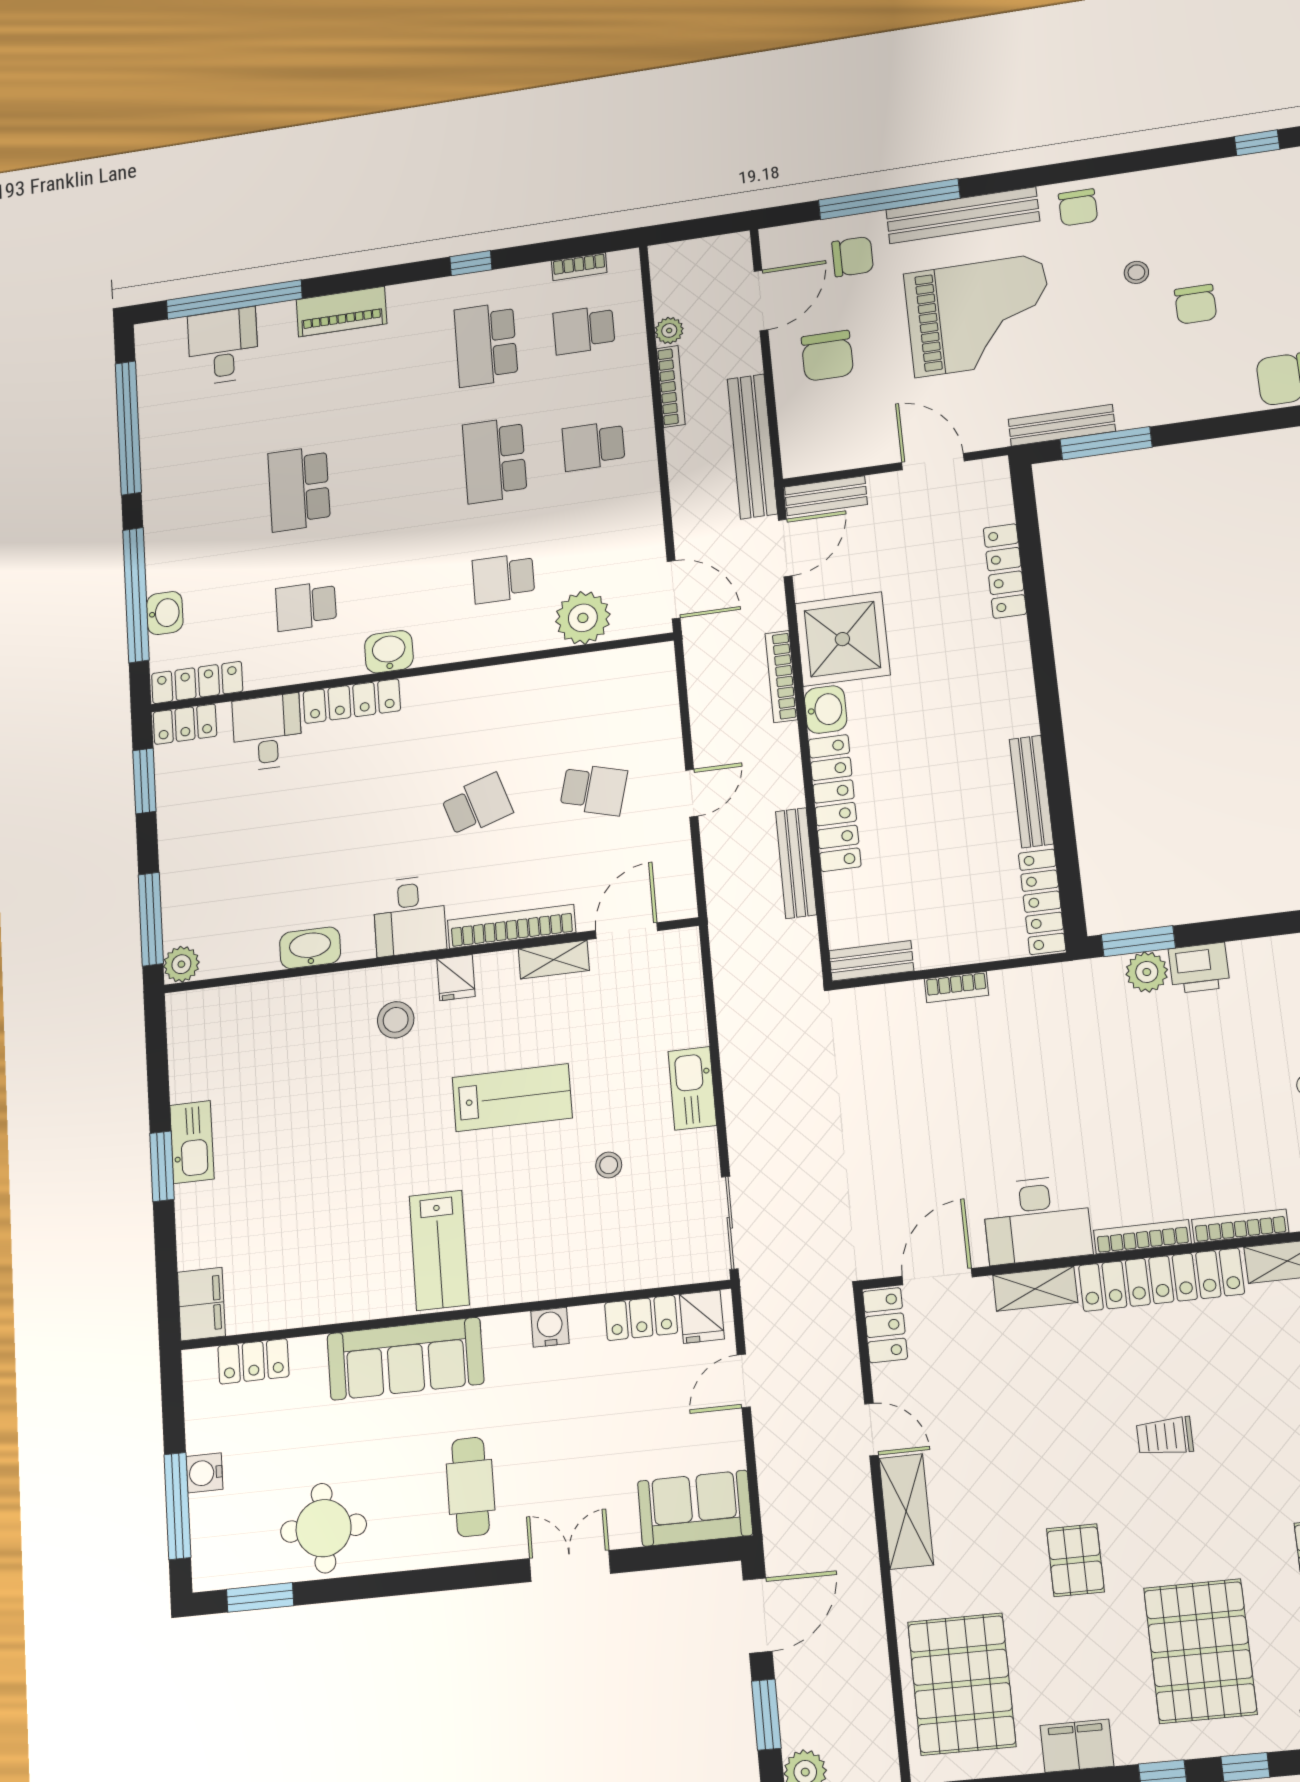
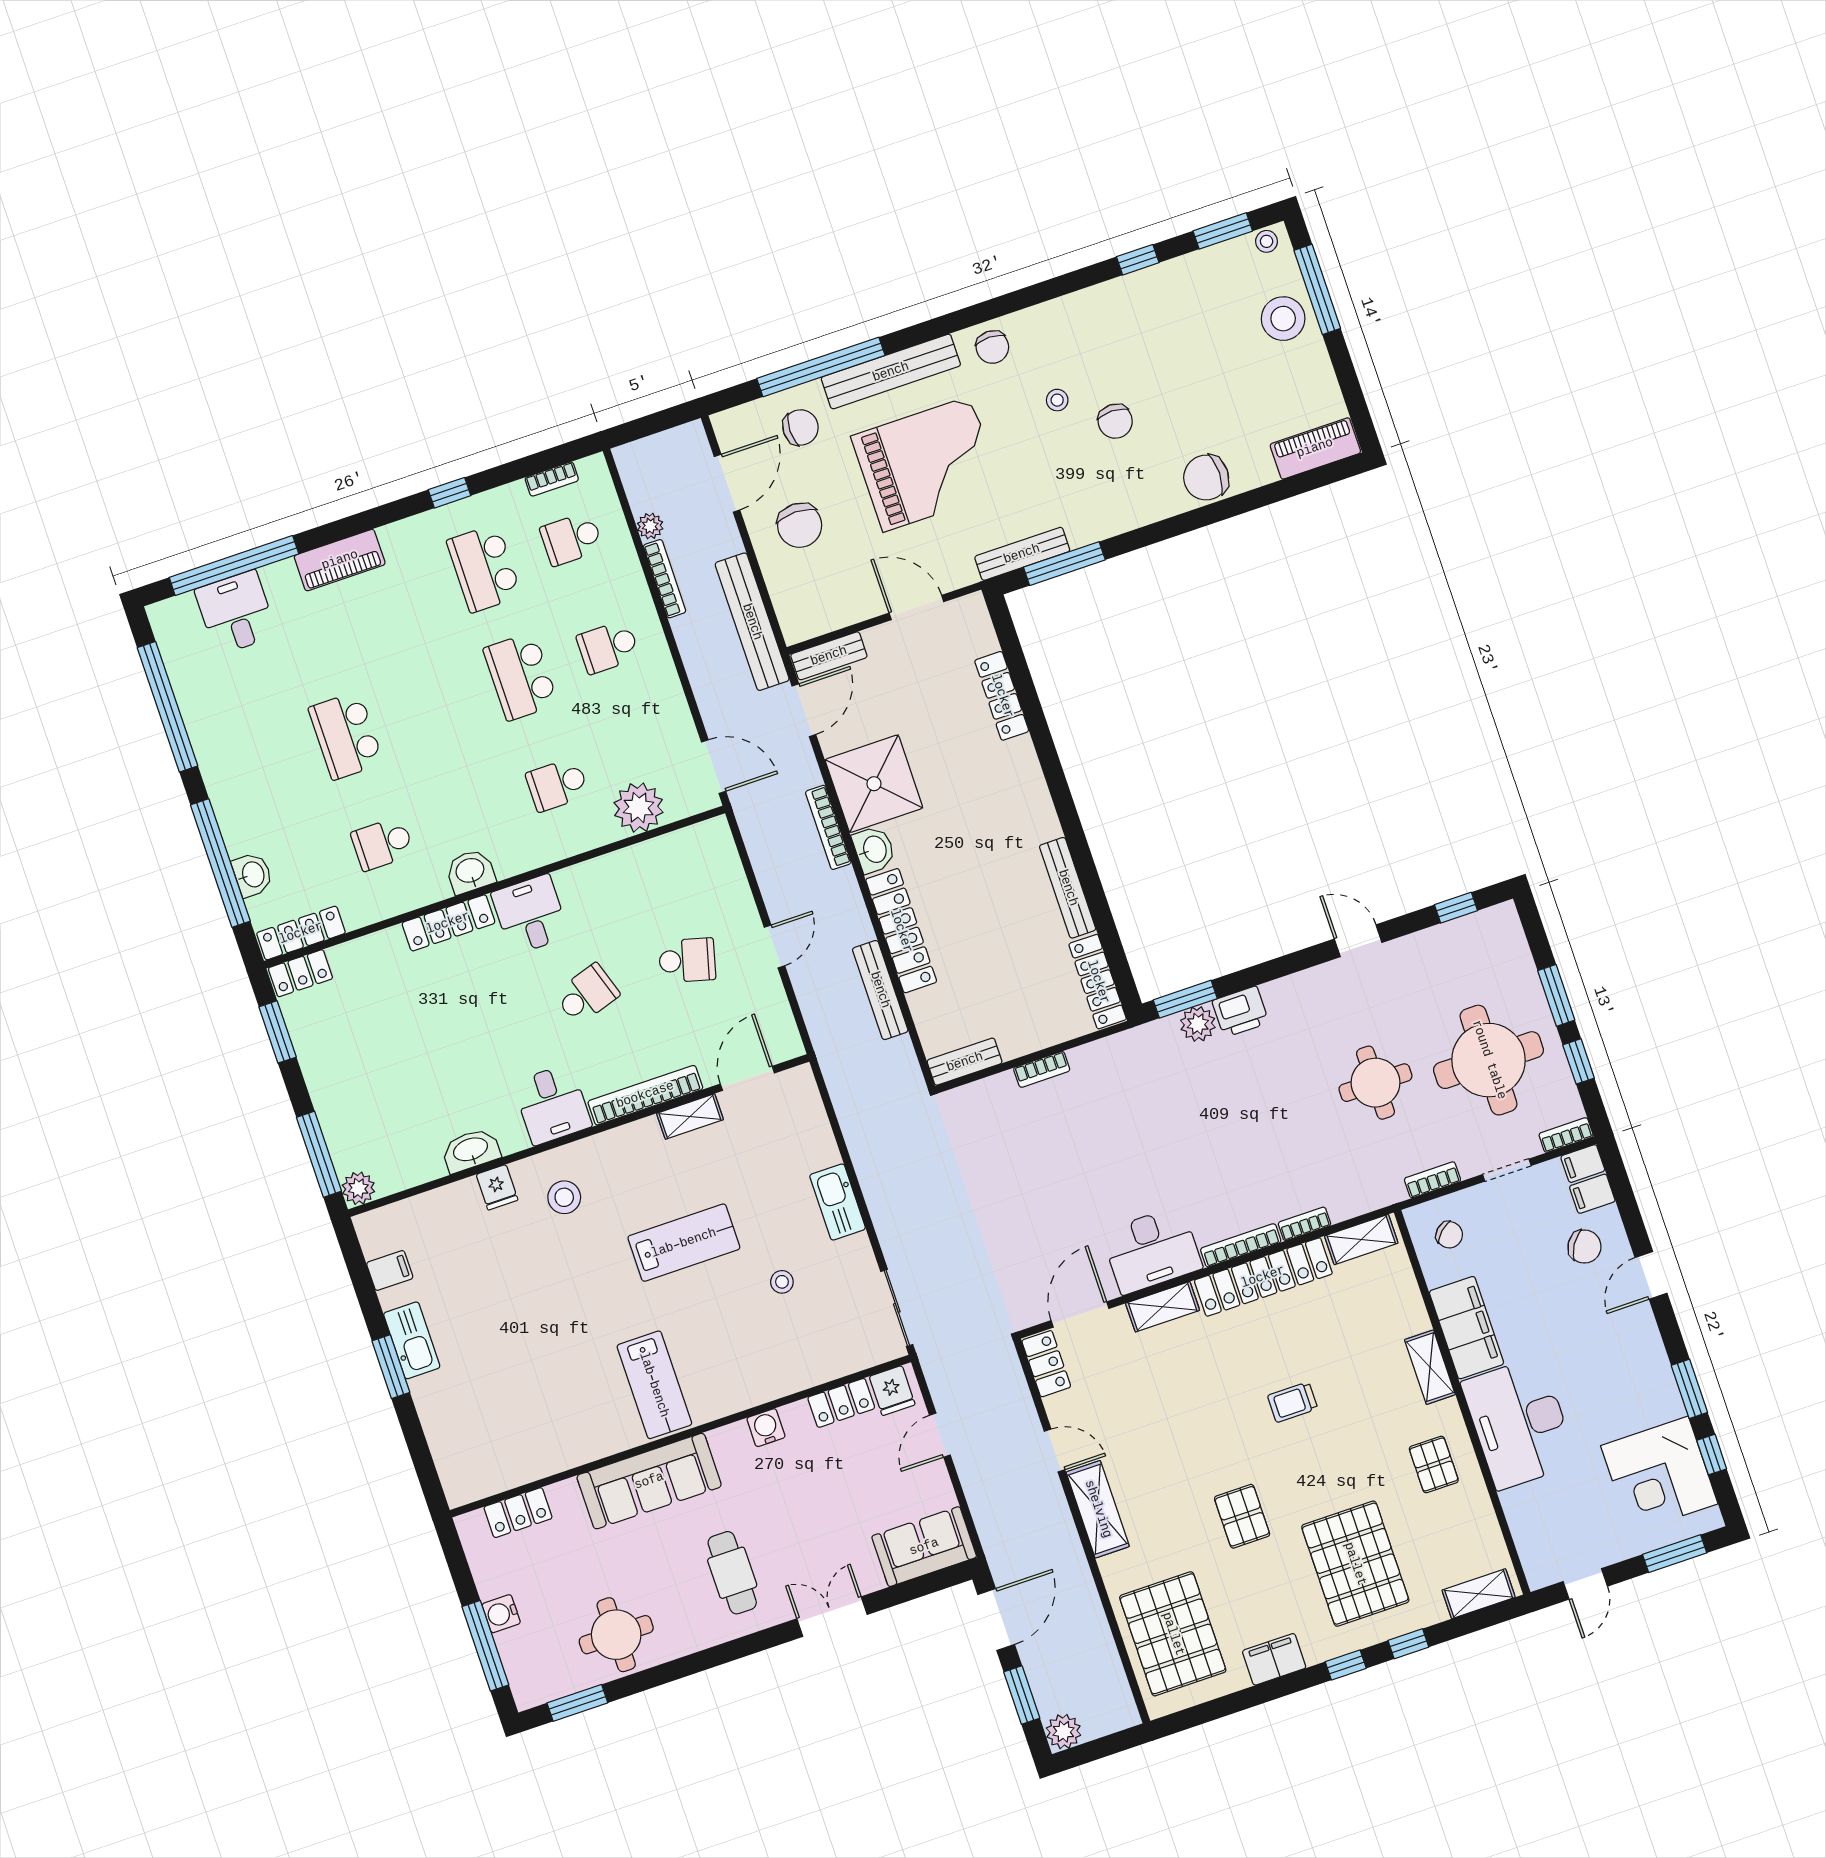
desk: (267, 732) -> (530, 915), moved
fridge: (456, 978) -> (497, 1187), moved
bookcase: (1240, 1226) -> (1304, 1224), width x0.64
filing cabinet: (201, 1304) -> (390, 1270), moved, width x0.50

